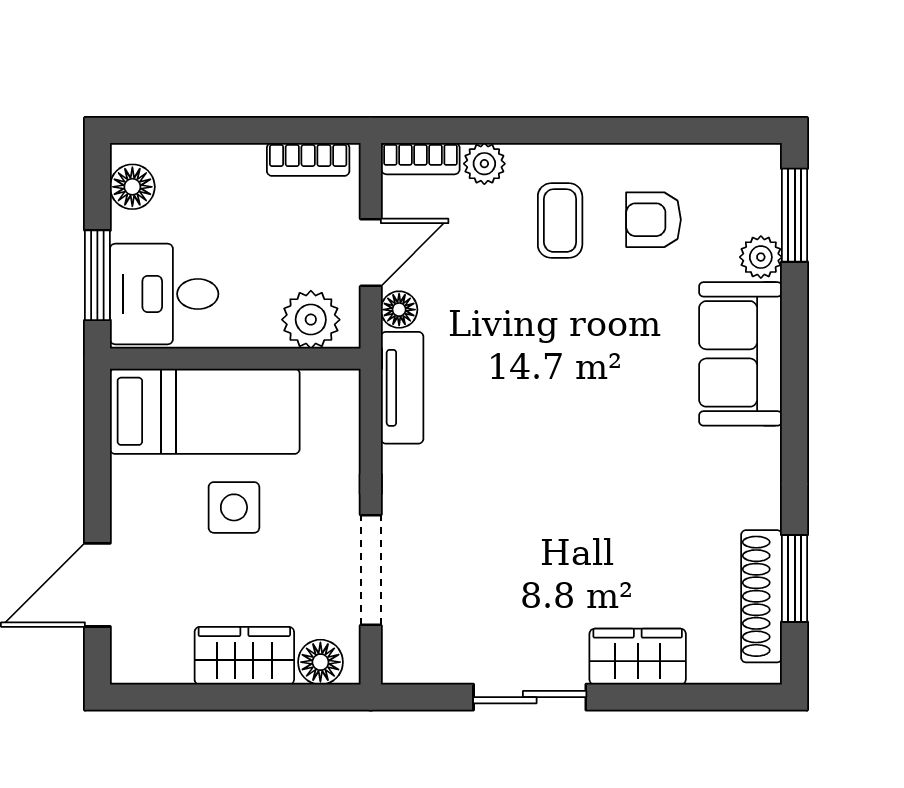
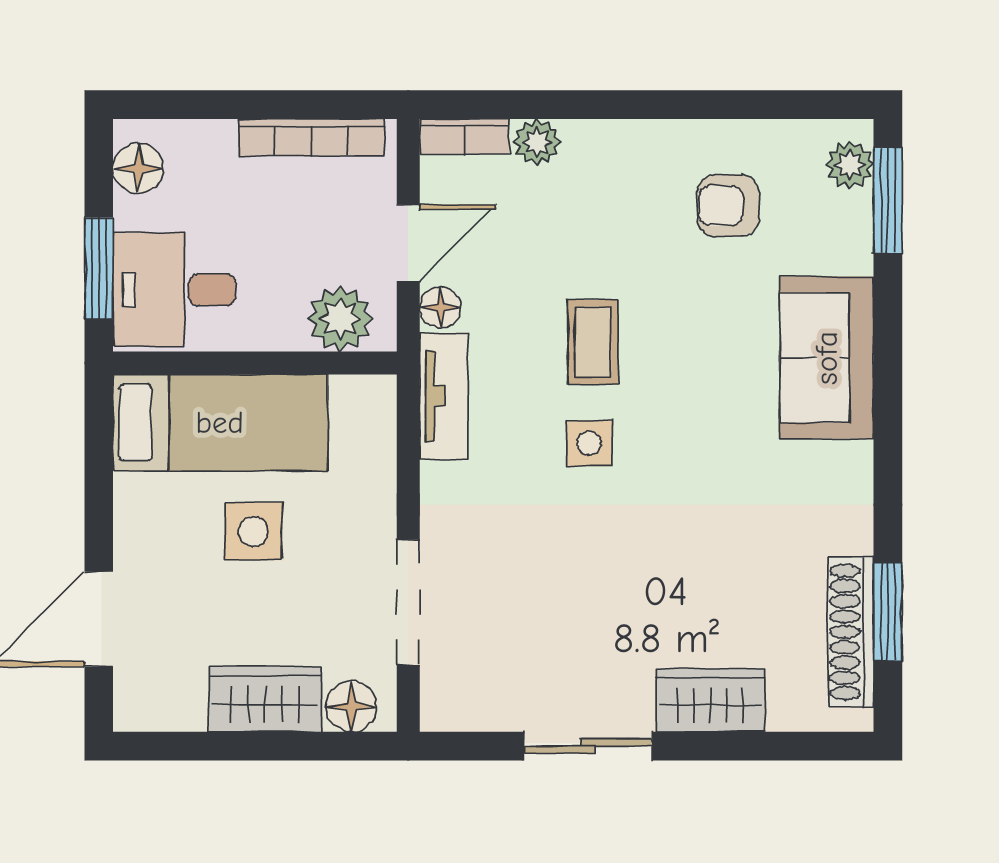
bookcase: (308, 159) -> (311, 137), width x1.56
coffee table: (560, 221) -> (593, 342), moved
plant: (761, 257) -> (850, 165), moved
side table: (531, 429) -> (589, 443), added

